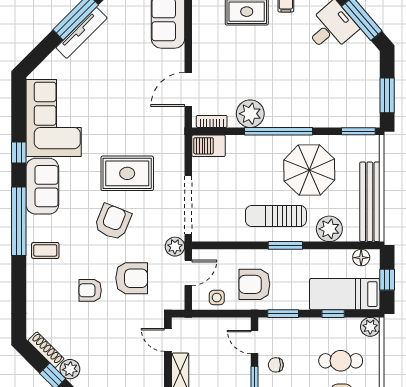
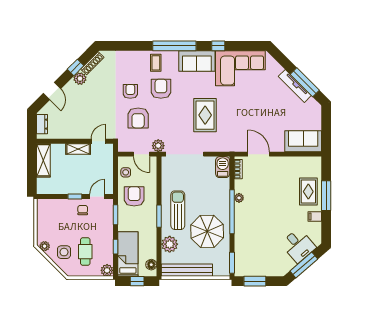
plant: (250, 114) -> (239, 198), width x0.53, depth x0.53
armchair: (113, 222) -> (161, 89), moved, turned -112

